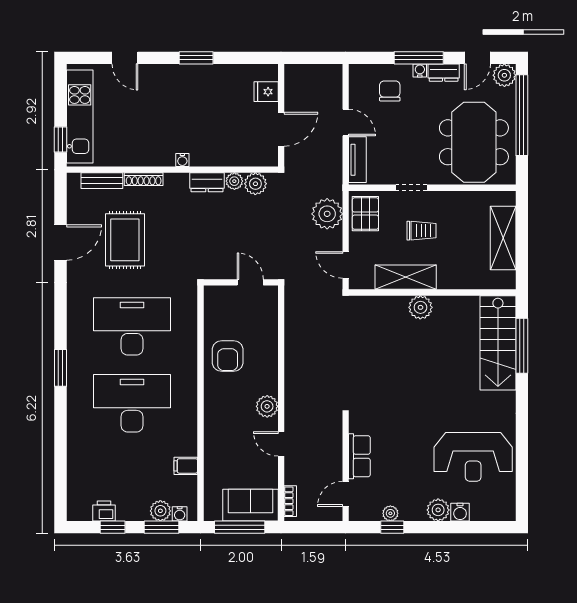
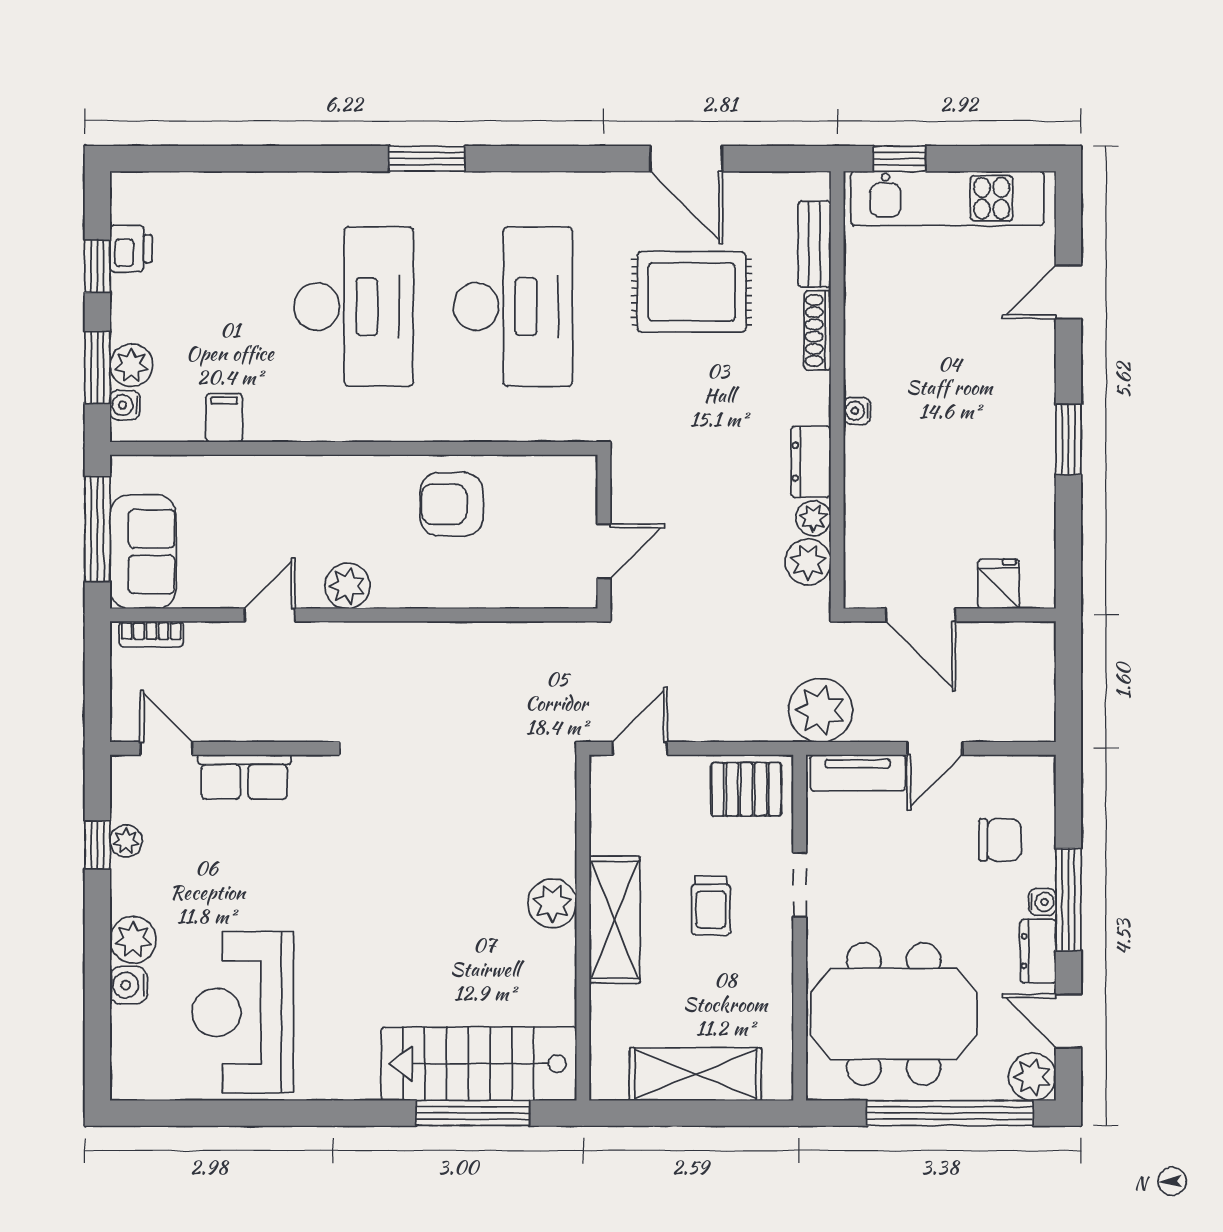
plant: (327, 214) -> (820, 710), moved
shelving: (406, 277) -> (615, 920), moved

